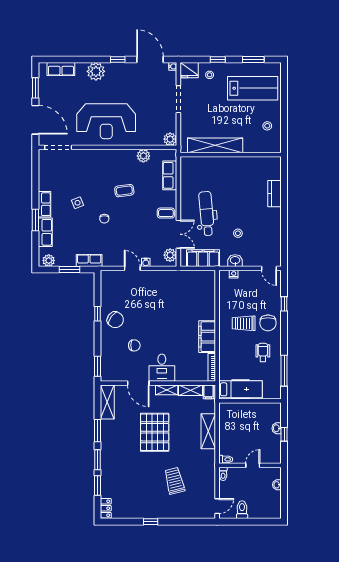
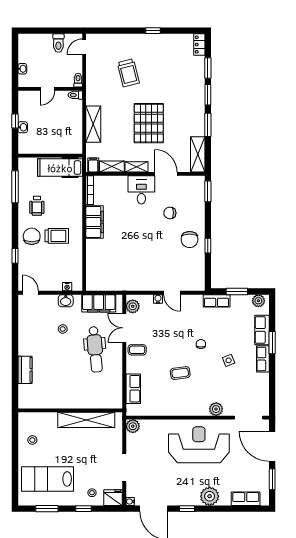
plant: (143, 156) -> (216, 409), moved
chair: (115, 320) -> (190, 239), turned -126

